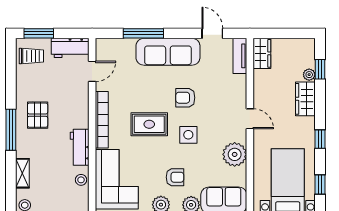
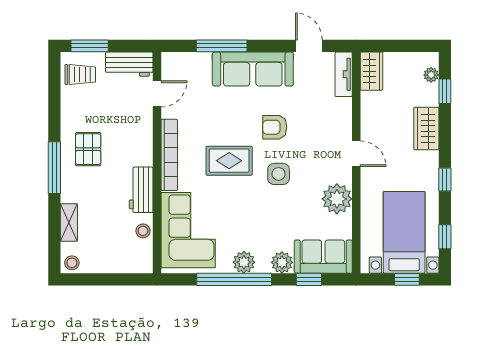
plant: (309, 75) -> (431, 75), moved
armchair: (175, 177) -> (262, 228), removed

